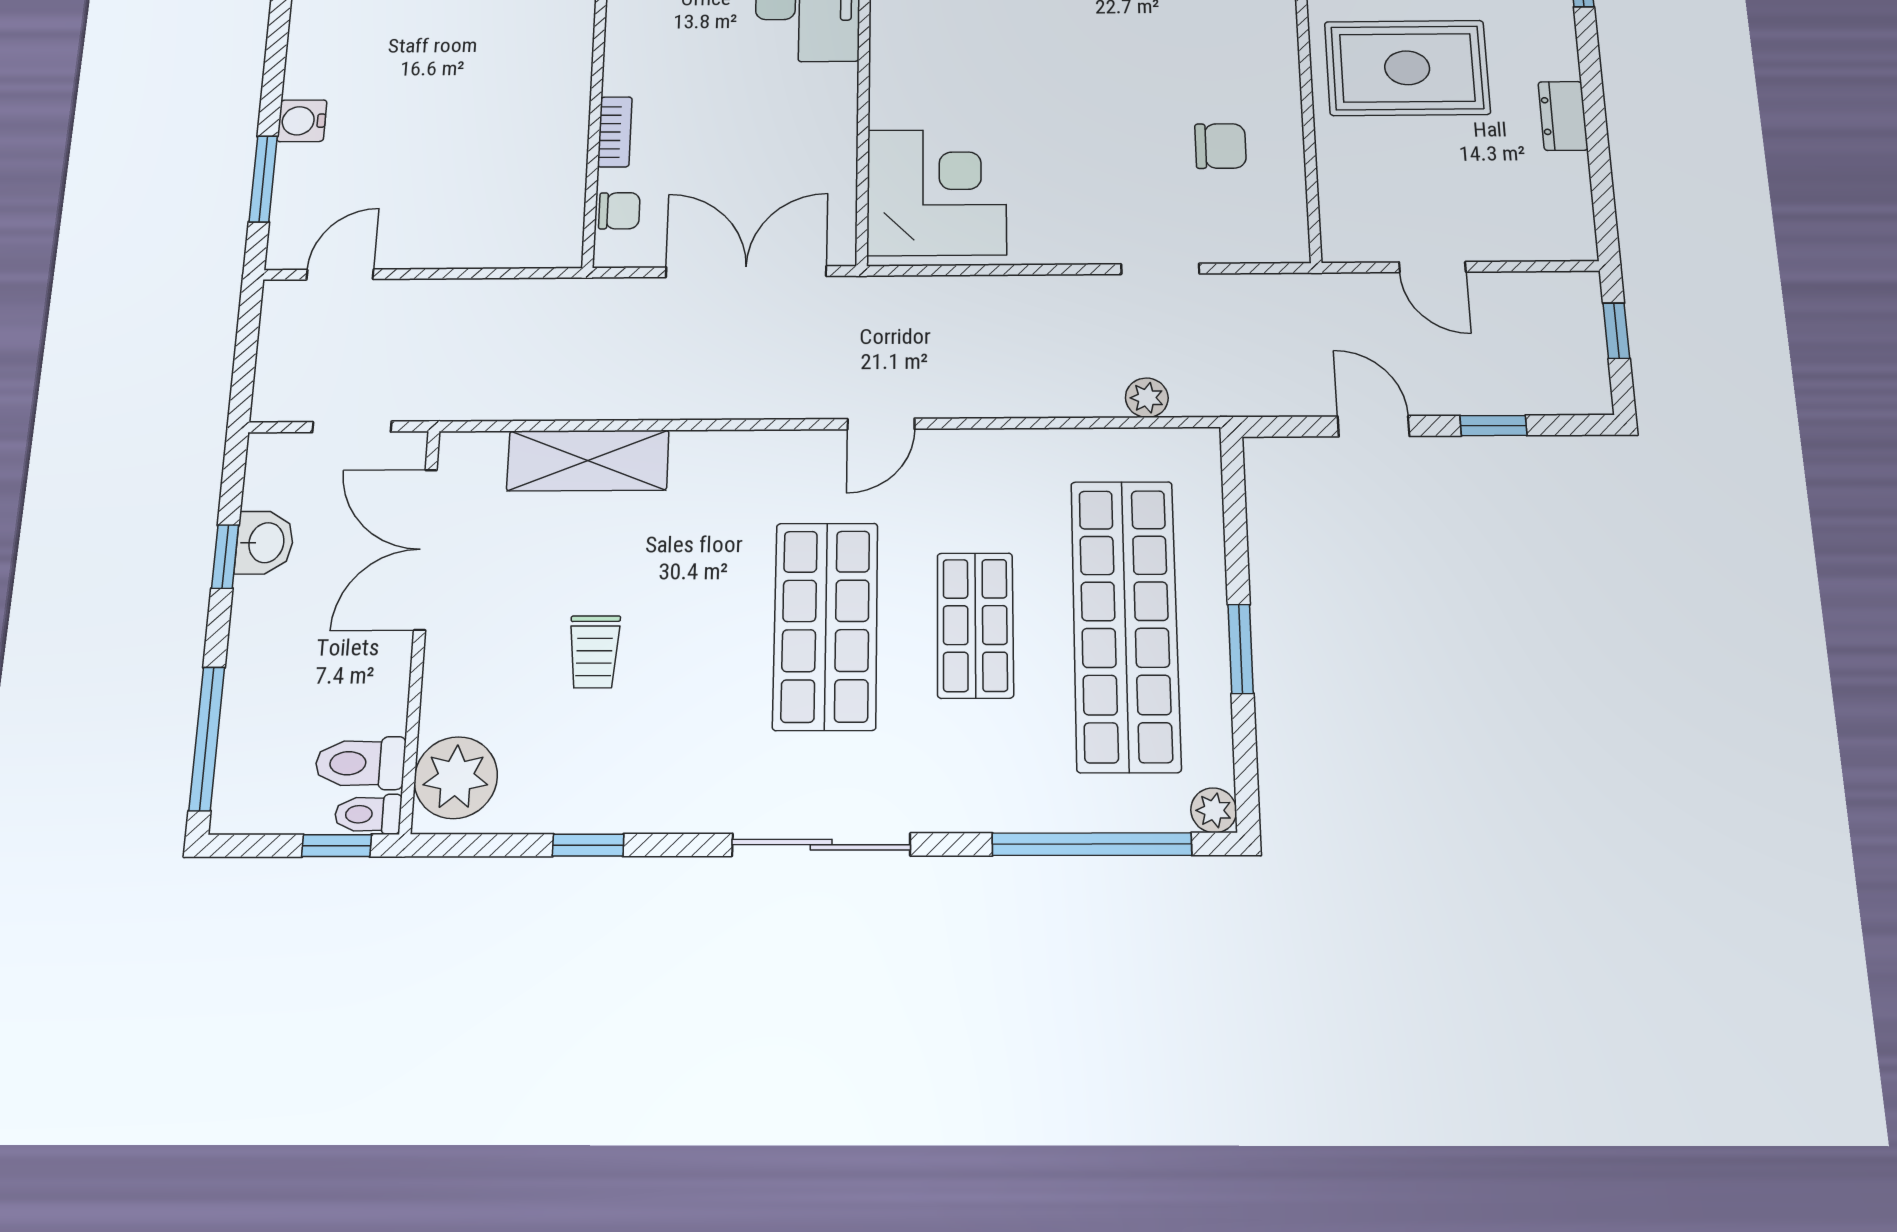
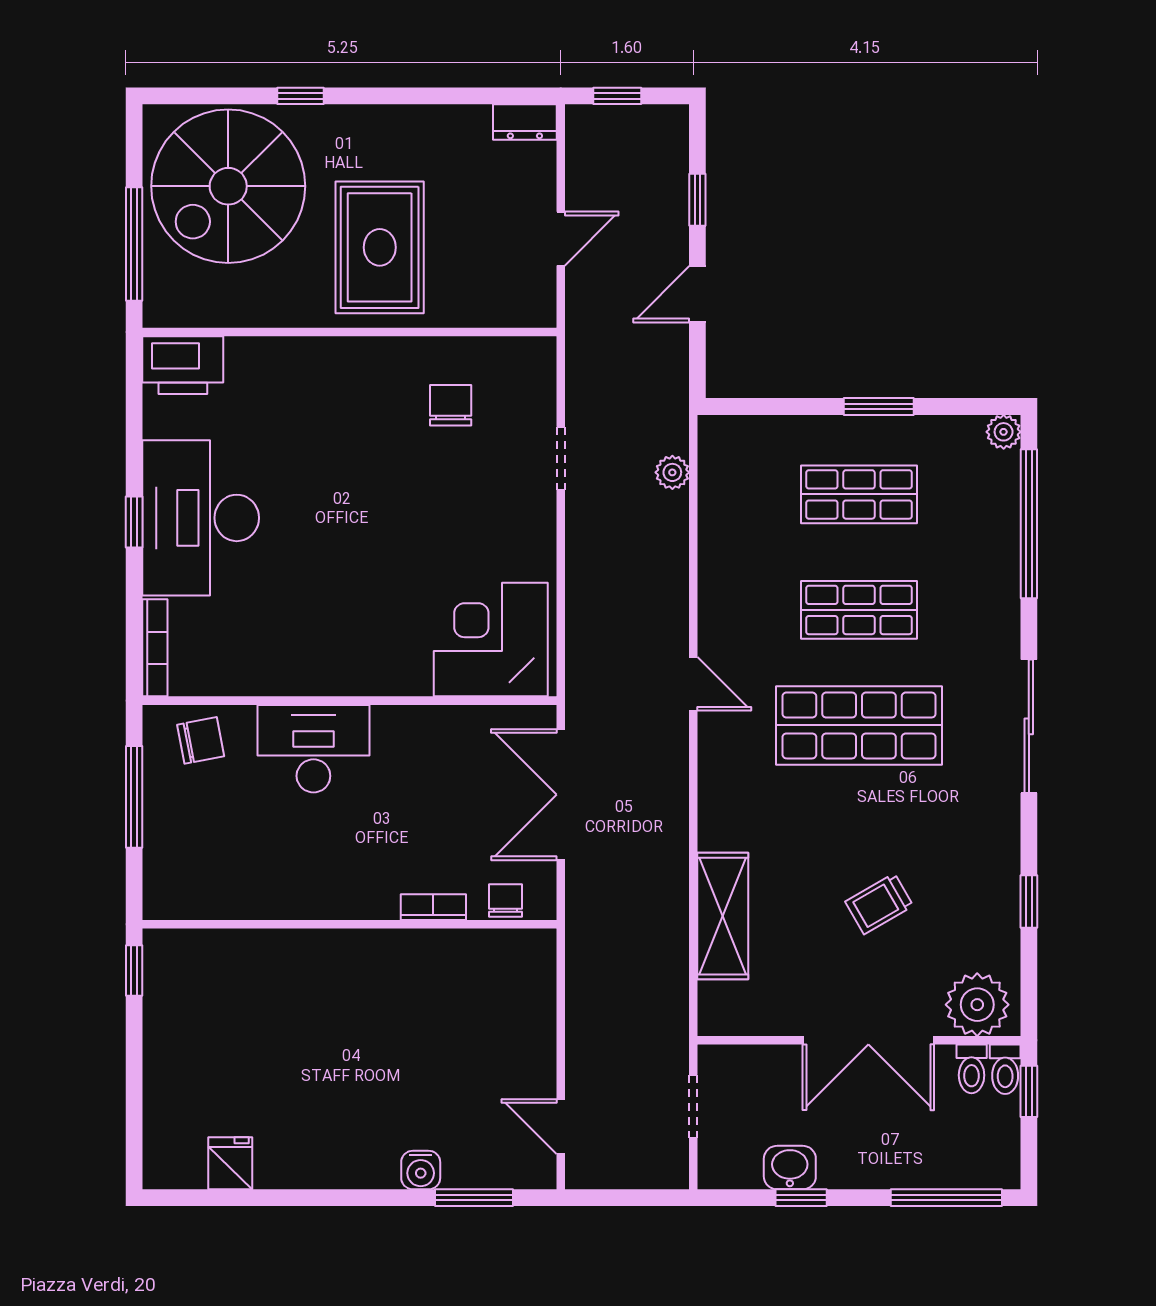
dresser: (1563, 116) -> (525, 122), moved
double door: (425, 549) -> (868, 1040), moved
shop shelf: (1125, 625) -> (859, 494), width x0.50, depth x0.74
trolley: (594, 652) -> (879, 904), turned 150
toilet: (360, 763) -> (972, 1069), width x0.73, depth x0.72

